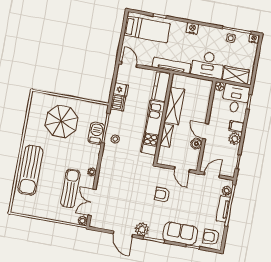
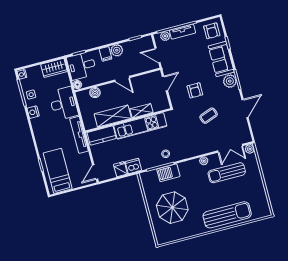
nightstand: (192, 28) -> (33, 112), moved
wardrobe: (236, 75) -> (54, 68), moved, turned -90
door: (205, 131) -> (122, 79), hinge flipped
boiler: (196, 144) -> (95, 93), moved
coffee table: (132, 197) -> (209, 116), added
plant: (142, 229) -> (230, 81), moved

